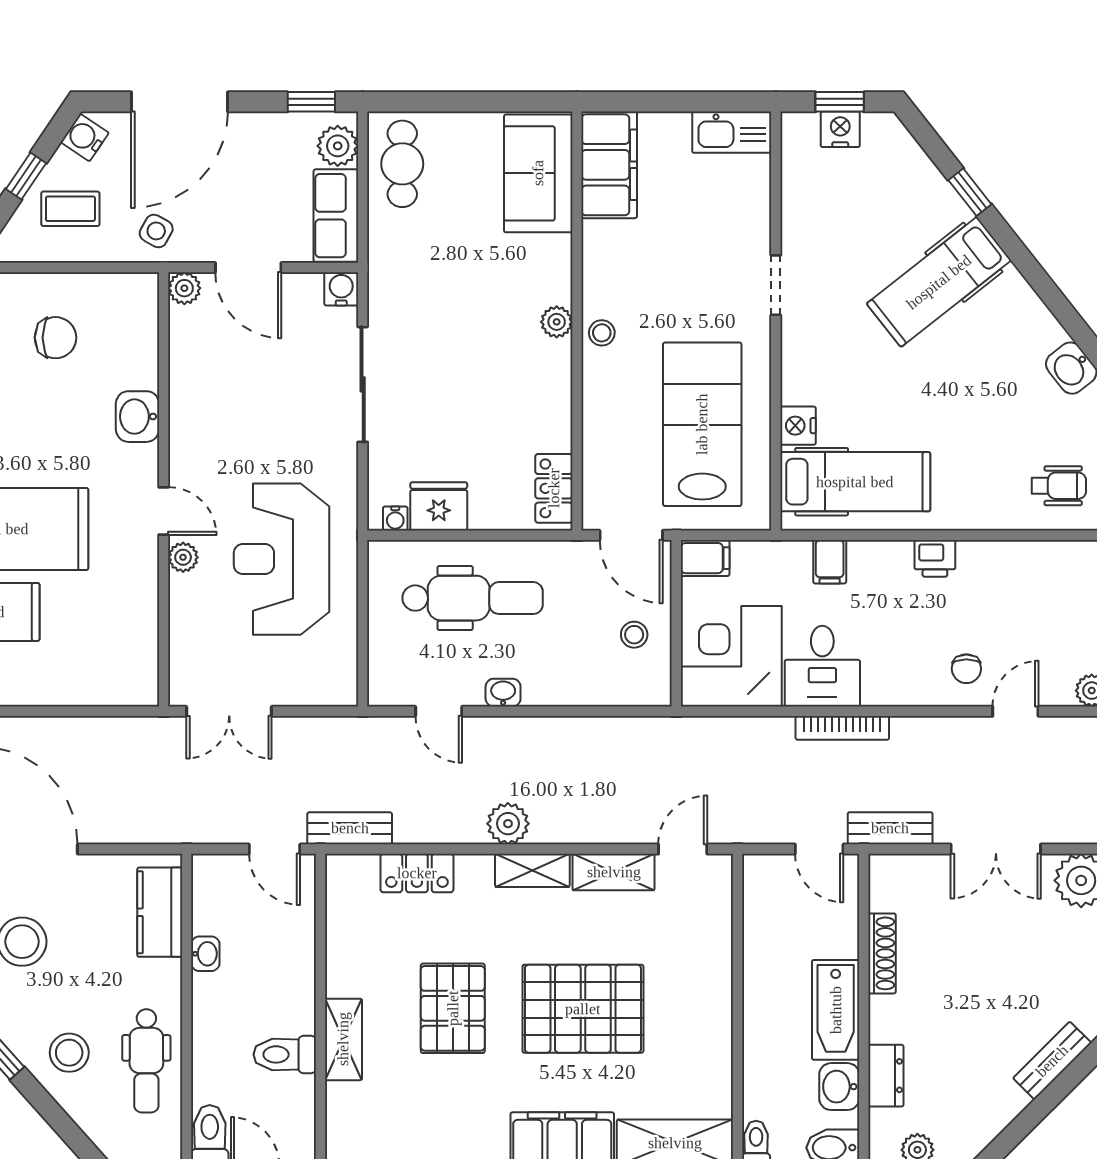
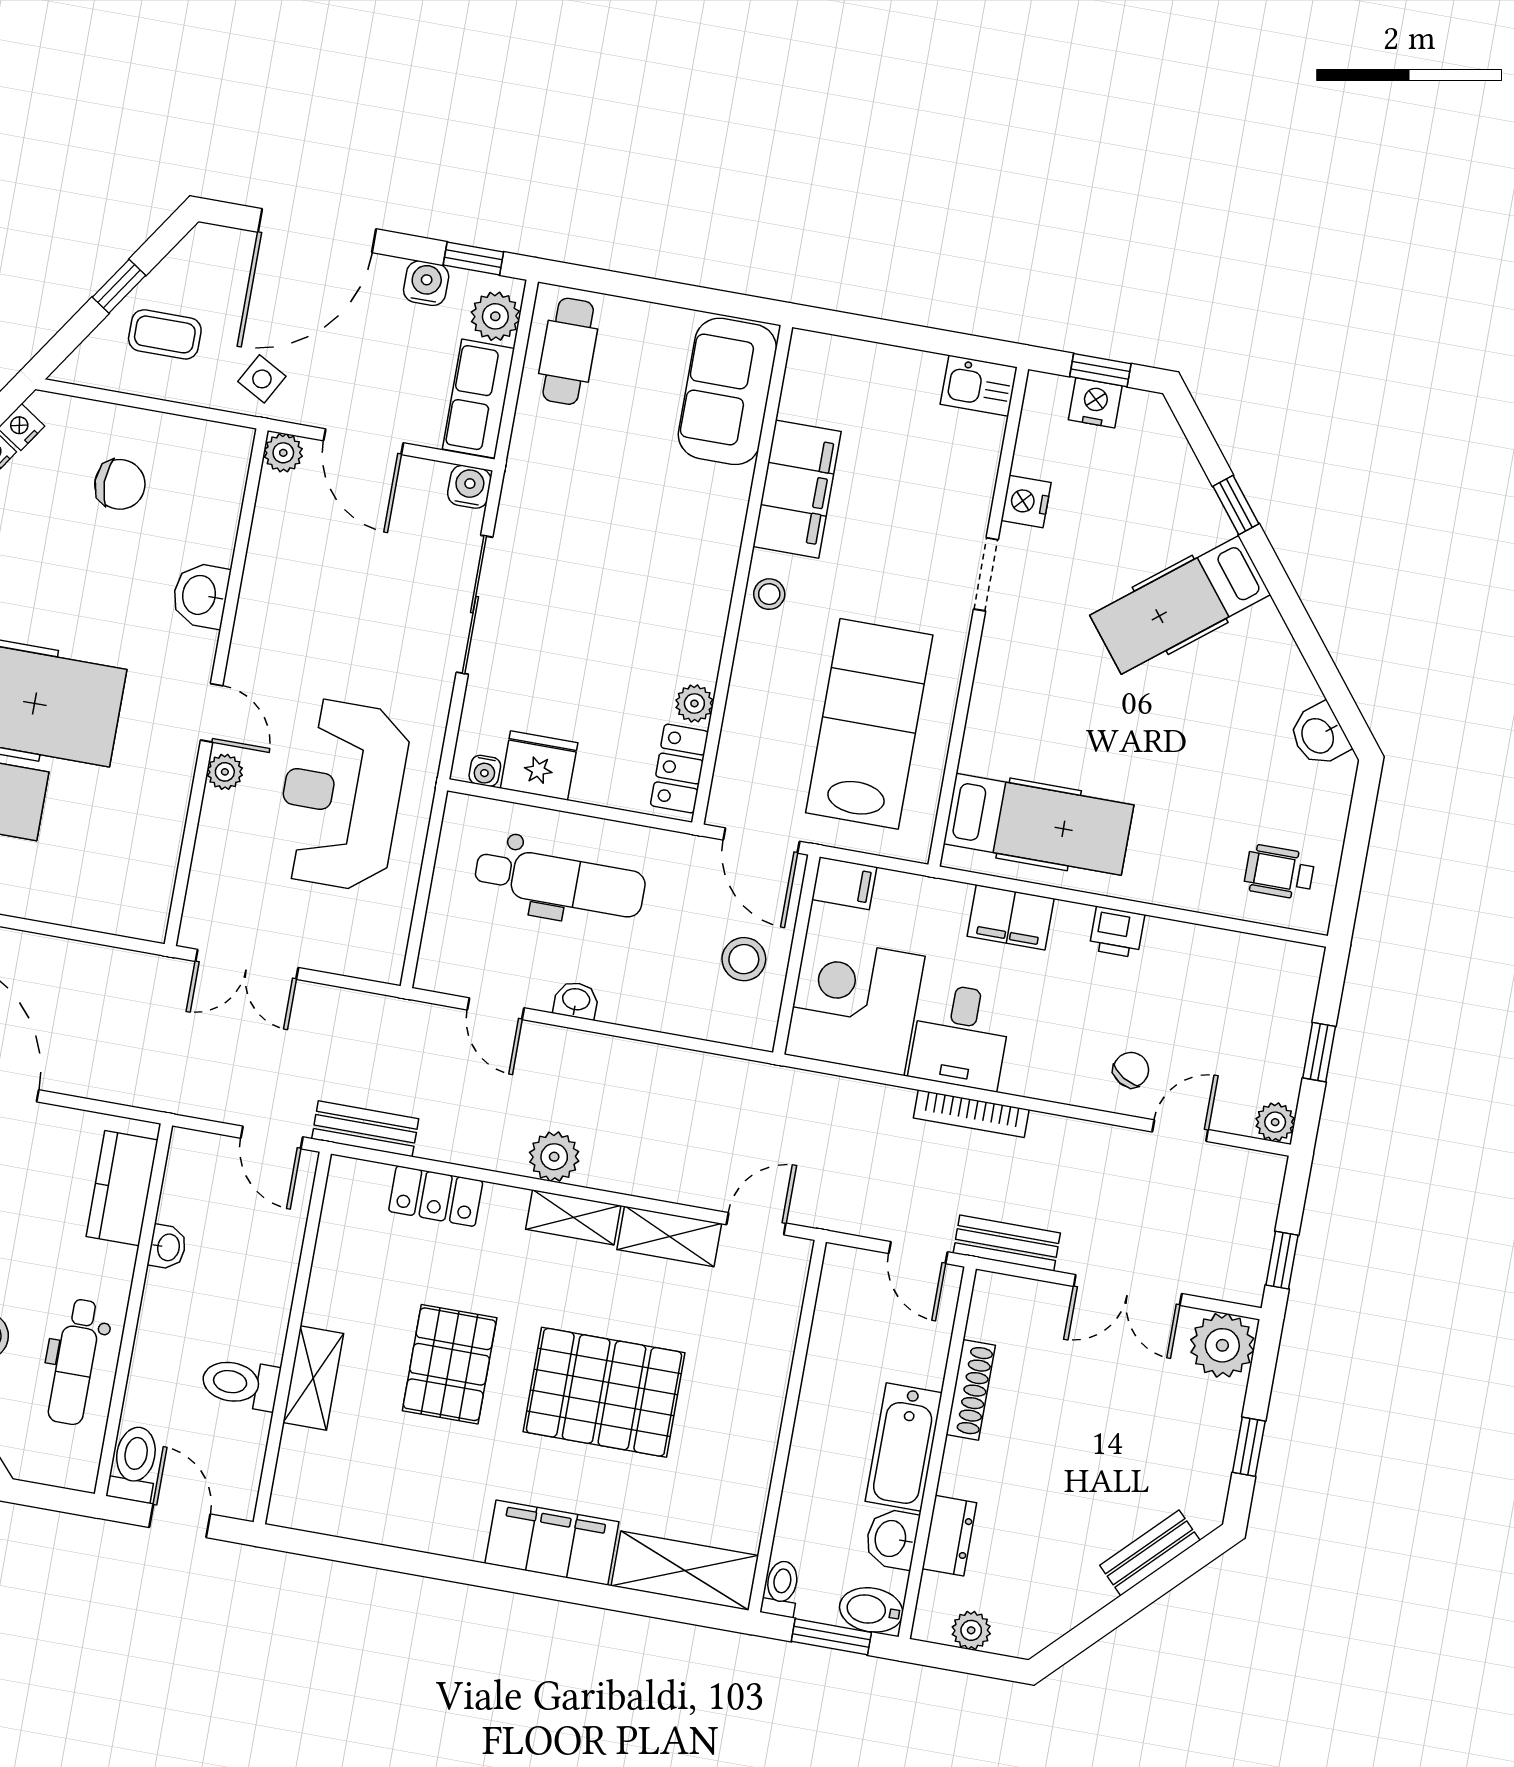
kitchen sink: (732, 132) -> (979, 386), width x0.73
water cooler: (85, 137) -> (426, 283), moved, turned 56
filing cabinet: (609, 165) -> (797, 489), moved
plant: (557, 322) -> (694, 703), moved
nightstand: (798, 426) -> (1026, 502), moved
wheelchair: (1059, 486) -> (1279, 872), turned 180
filing cabinet: (830, 562) -> (1011, 917), width x2.00
stool: (634, 635) -> (744, 959), width x1.37, depth x1.37
chair: (966, 669) -> (1131, 1070), turned -149

